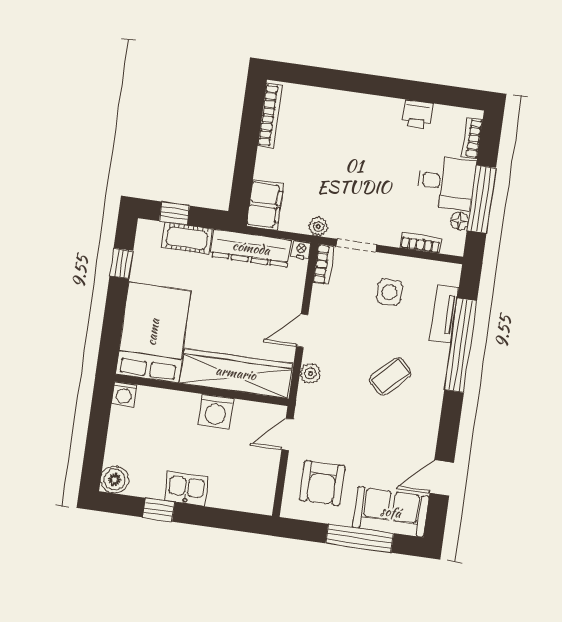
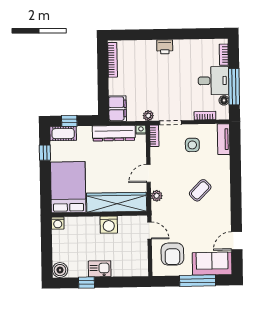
printer: (417, 114) -> (165, 47), moved
cot: (187, 238) -> (63, 134), moved
tv unit: (444, 314) -> (224, 139), moved
window: (461, 345) -> (235, 168), removed
door: (287, 434) -> (150, 231), swing flipped

